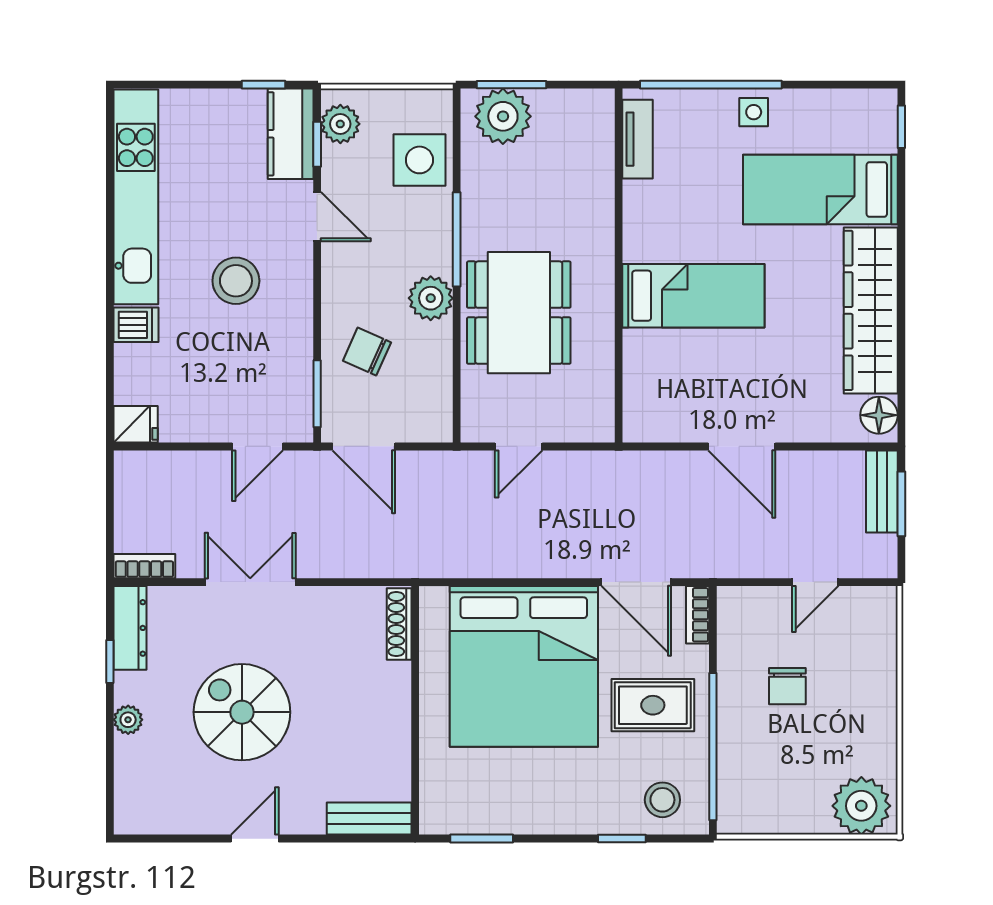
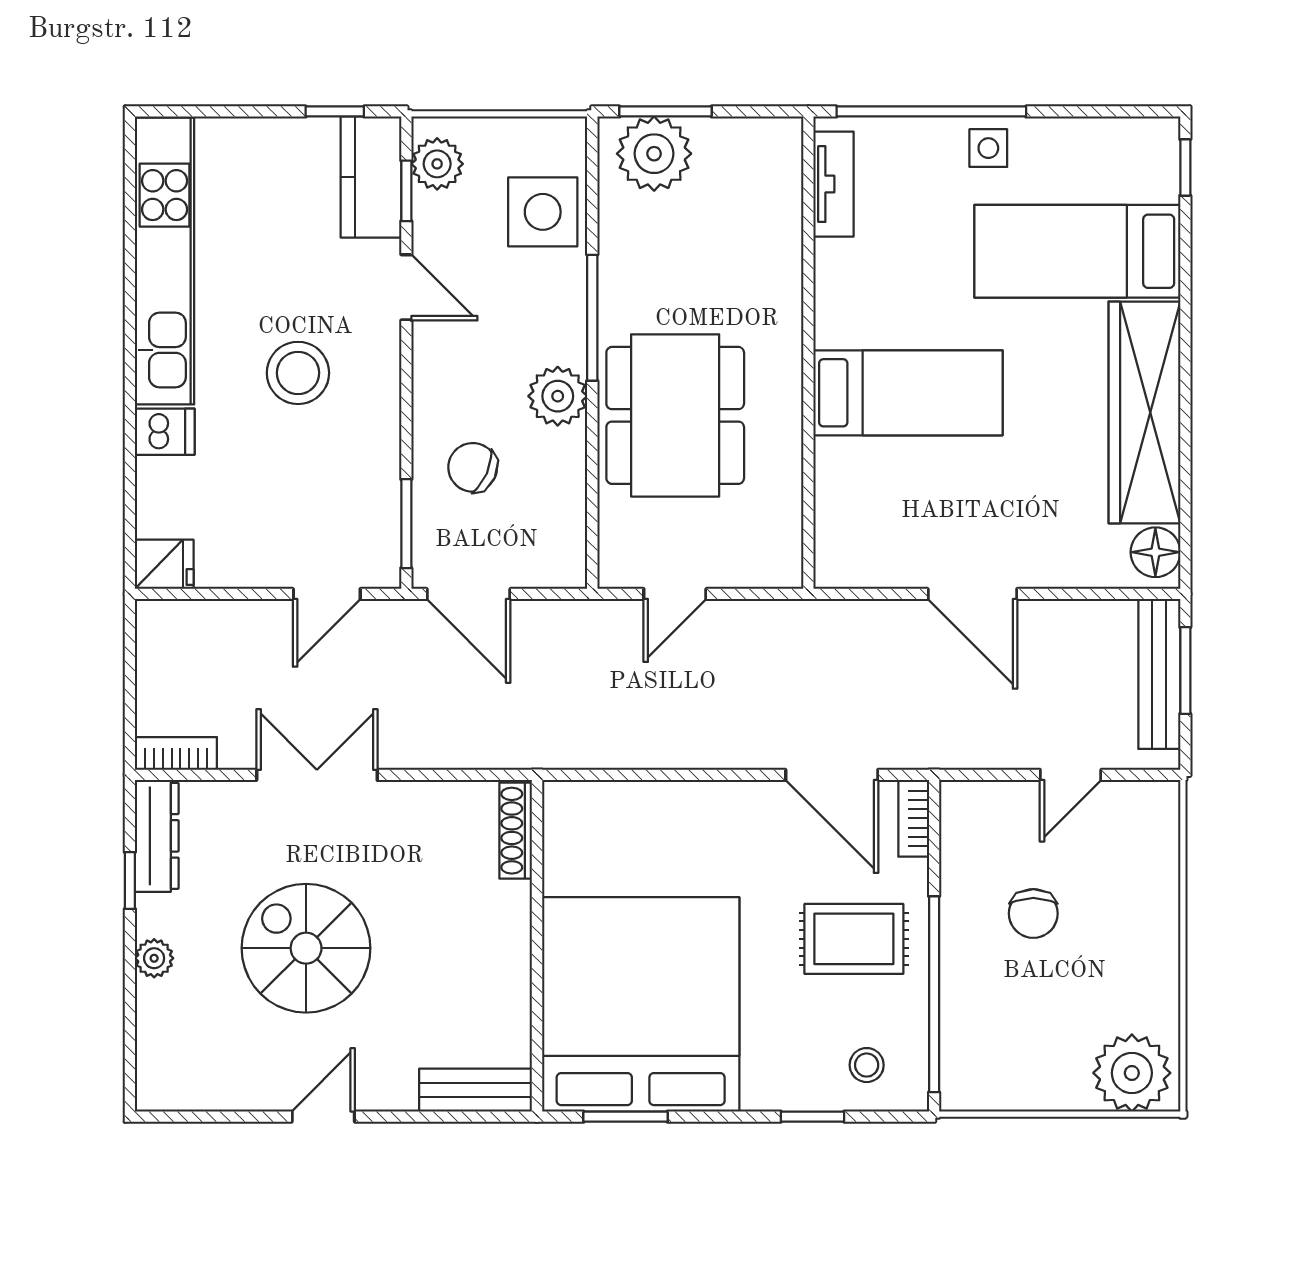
bench: (882, 491) -> (1159, 674), width x1.36
bed: (524, 666) -> (641, 1004), moved, turned 180
stool: (662, 800) -> (867, 1065), width x0.73, depth x0.73

